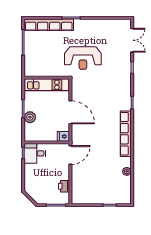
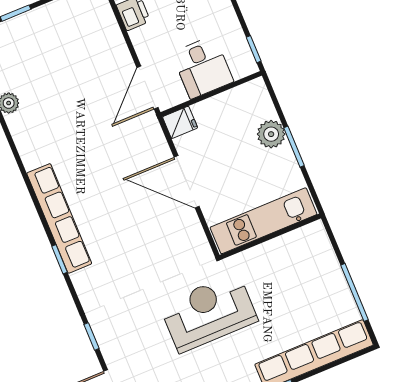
row of seats: (126, 134) -> (59, 218), moved
desk: (35, 153) -> (202, 67), moved, turned 90

